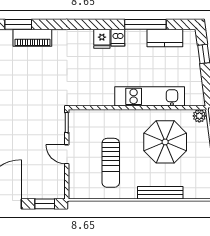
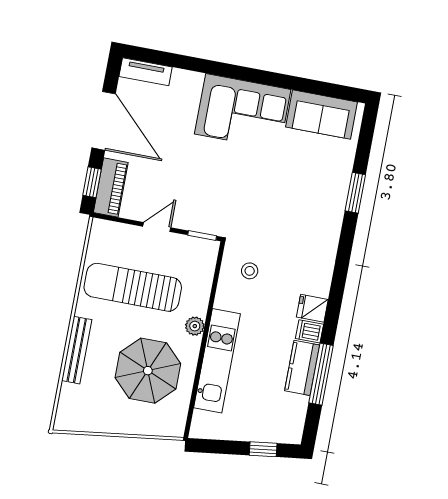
piano: (32, 38) -> (111, 188), moved, turned 180
kitchen counter: (165, 38) -> (302, 368), moved
stool: (85, 86) -> (250, 271), added
plant: (199, 116) -> (195, 326), moved
sun lounger: (111, 163) -> (133, 287), width x1.36, depth x1.34

